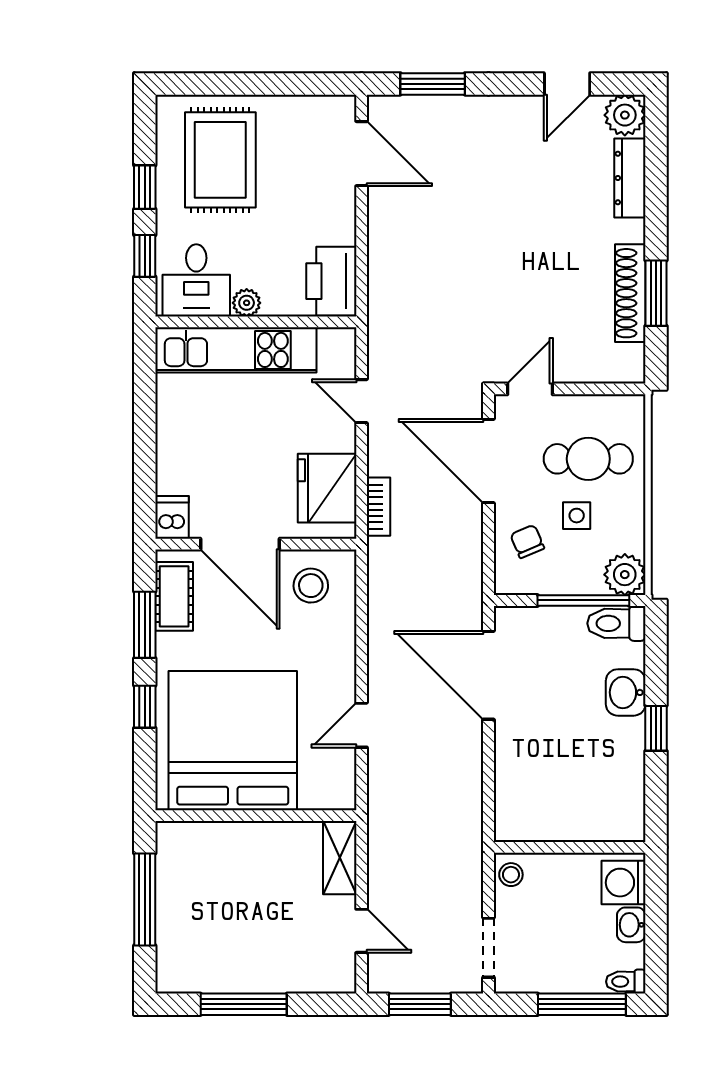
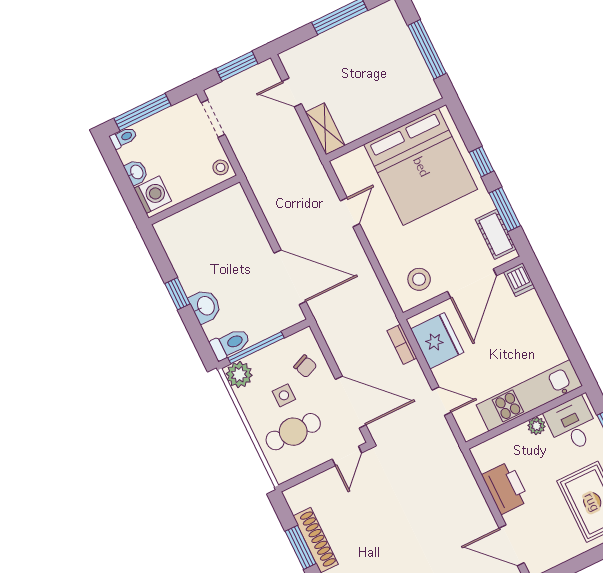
printer: (331, 281) -> (505, 488), moved
door: (240, 544) -> (472, 283), swing flipped

